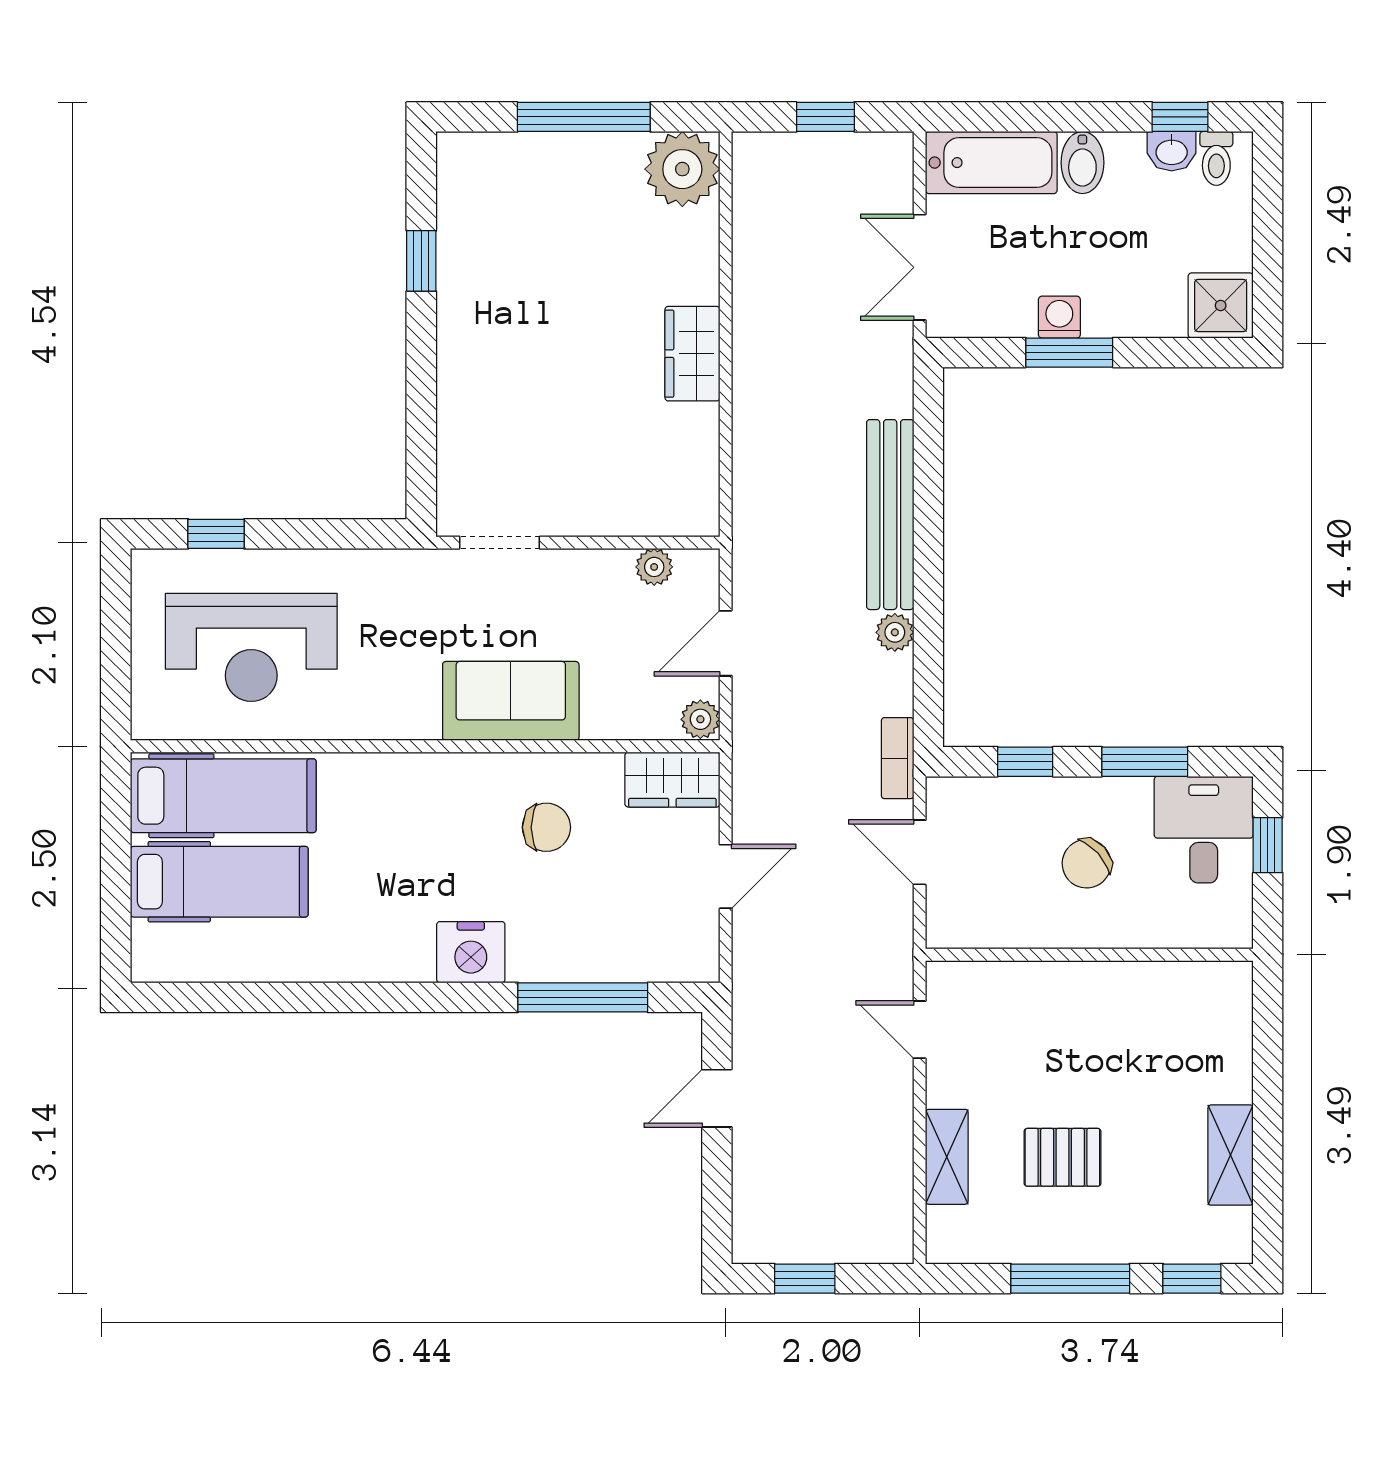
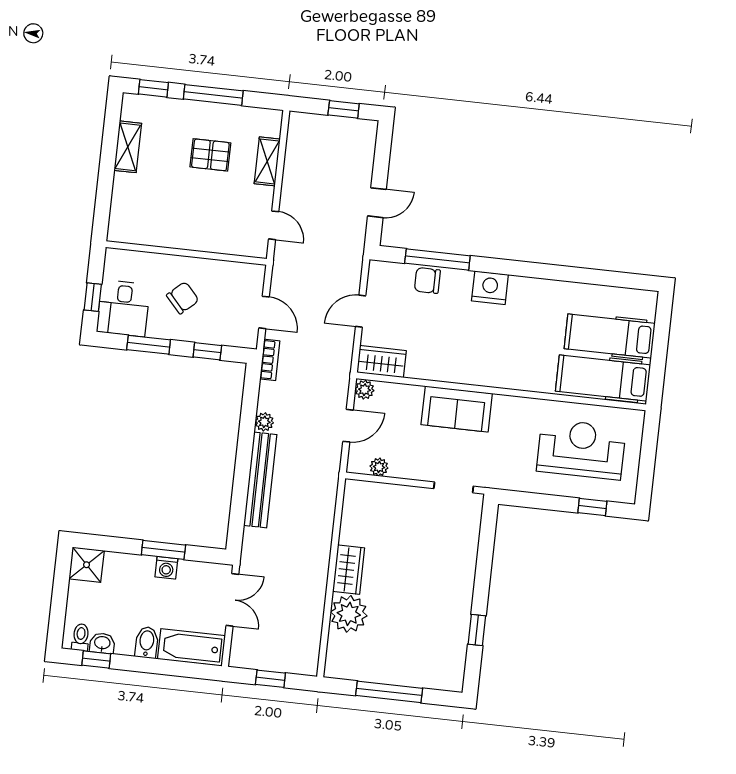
plant: (682, 169) -> (349, 614), moved
chair: (546, 827) -> (427, 280), moved

